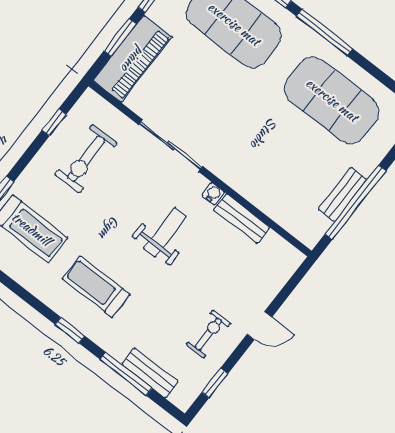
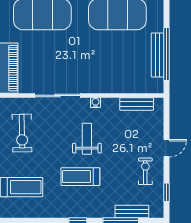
bench: (343, 194) -> (157, 55), width x1.36
bench: (242, 219) -> (137, 104), moved
treadmill: (96, 287) -> (80, 177), moved

